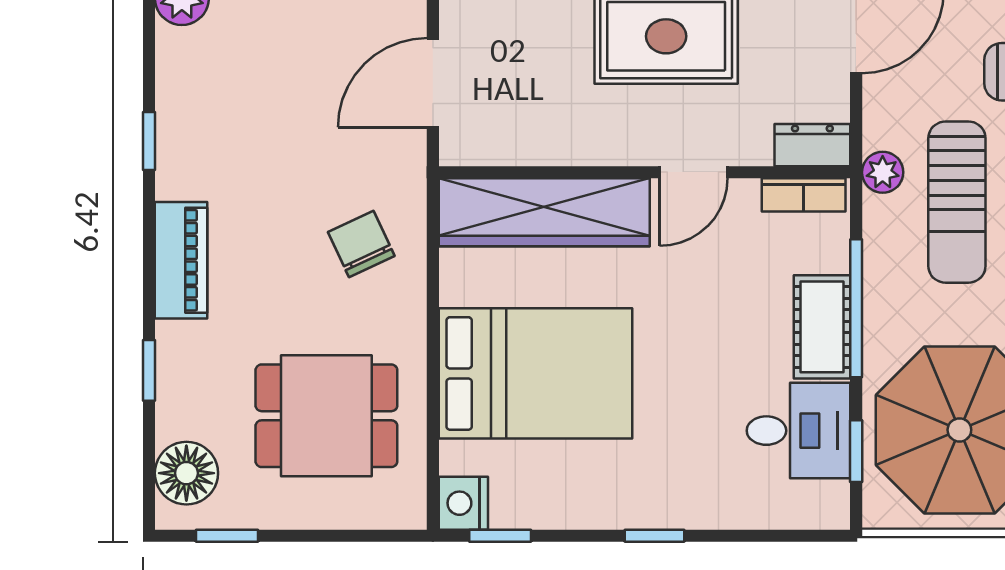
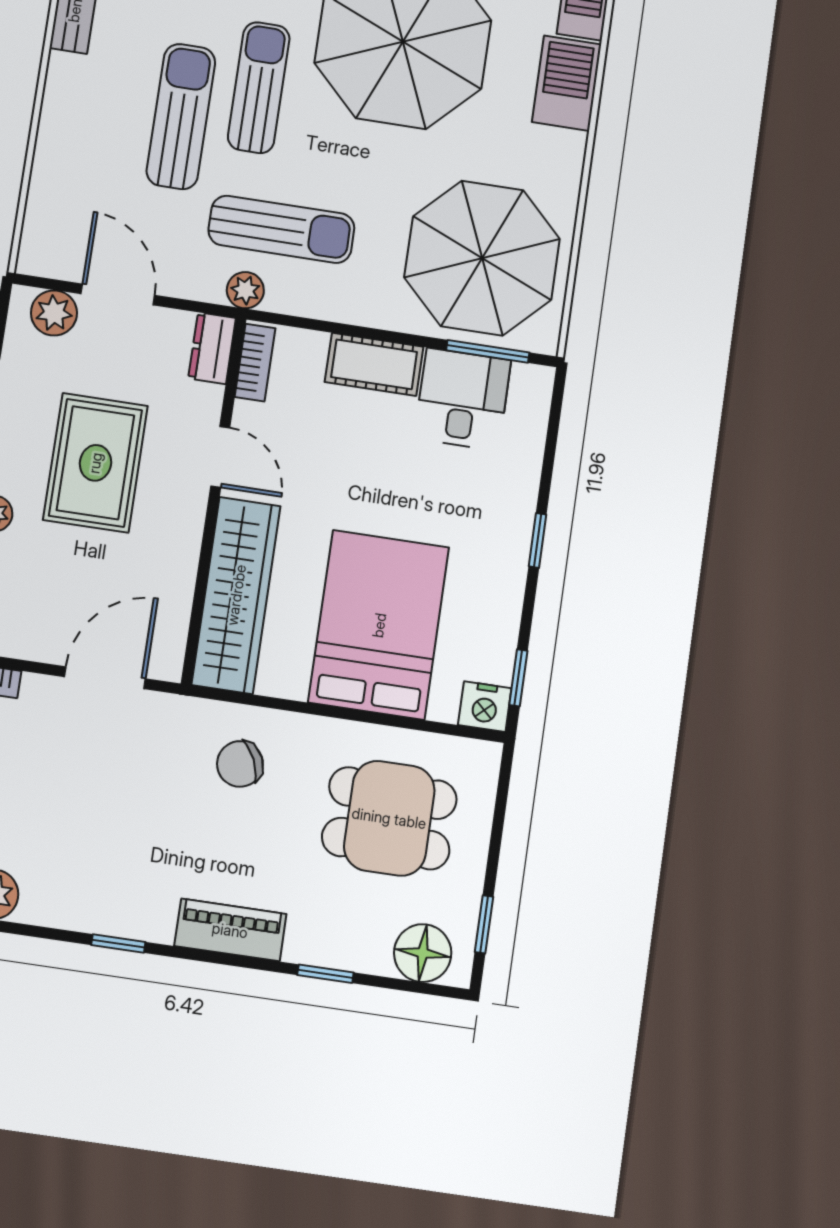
door: (433, 83) -> (105, 678), swing flipped
window: (856, 308) -> (362, 332), removed
dining table: (326, 416) -> (389, 818), turned 90
window: (856, 451) -> (488, 351), width x1.50

